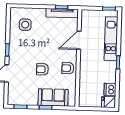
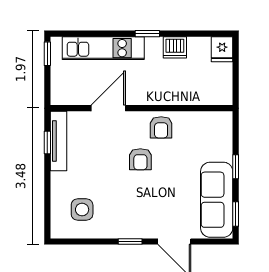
door: (79, 40) -> (108, 108), swing flipped
armchair: (42, 69) -> (140, 159), moved
dishwasher: (110, 89) -> (175, 47), moved
sofa: (53, 97) -> (217, 200), moved, width x1.36

